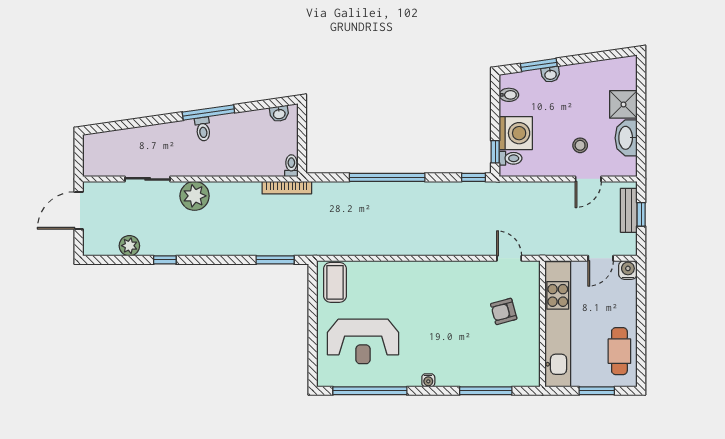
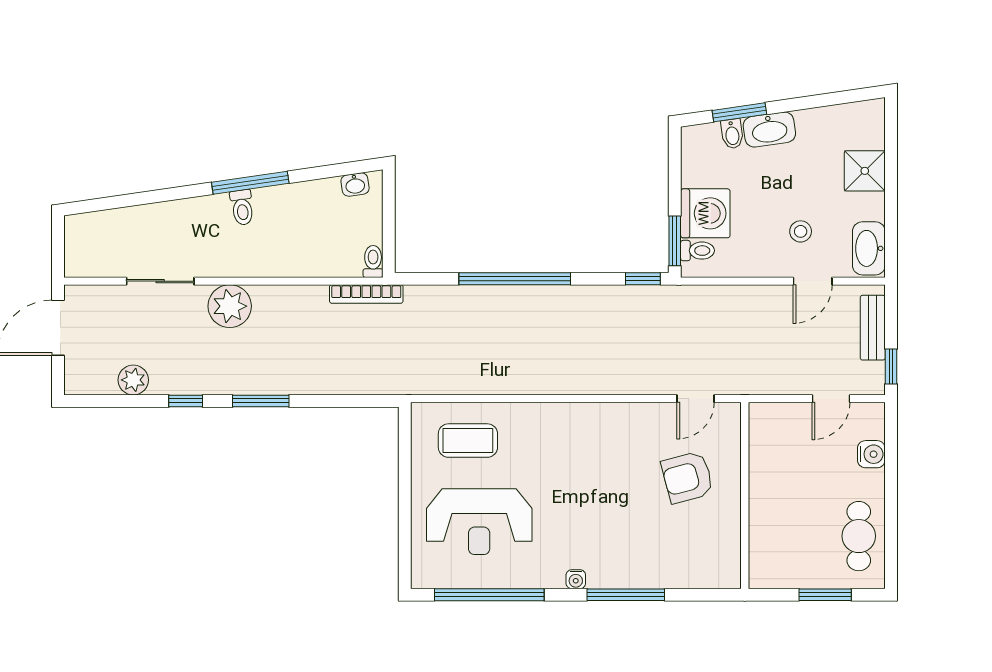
washbasin: (551, 74) -> (769, 130), width x1.91, depth x1.45
bidet: (509, 95) -> (732, 134), moved, turned 82
washbasin: (626, 138) -> (869, 248), moved
window: (495, 152) -> (675, 241), width x1.50
window: (641, 214) -> (891, 366), moved
door: (509, 258) -> (696, 399), swing flipped
window: (275, 260) -> (261, 401), moved
water cooler: (628, 270) -> (871, 454), moved, turned 90
coffee table: (335, 282) -> (468, 441), moved, turned 90
armchair: (504, 311) -> (687, 477), width x1.38, depth x1.38
kitchen unit: (558, 324) -> (767, 496), removed
window: (486, 391) -> (626, 595), moved

